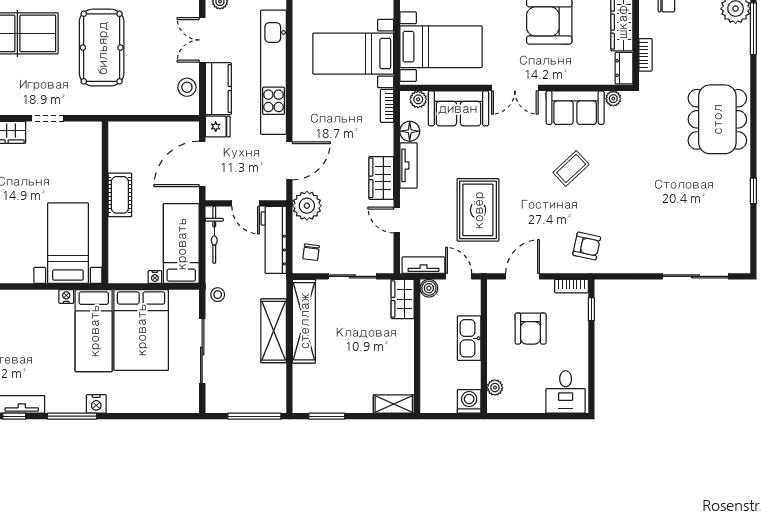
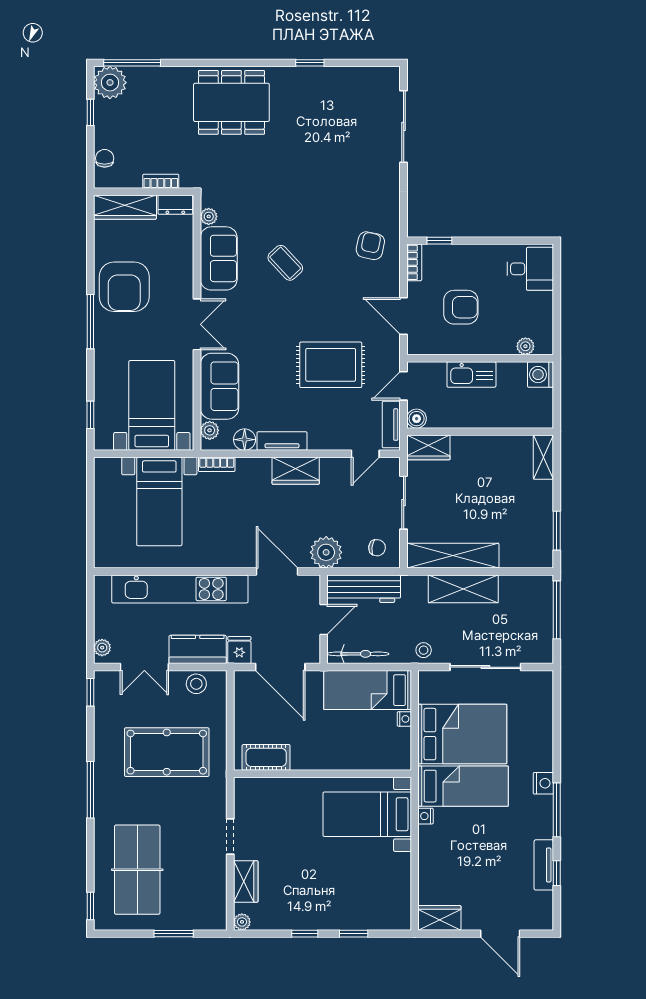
pool table: (102, 48) -> (167, 752), moved
cot: (120, 195) -> (266, 757), moved
door: (397, 220) -> (365, 454), moved

